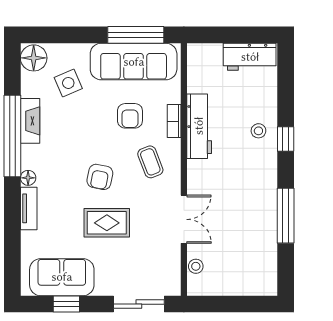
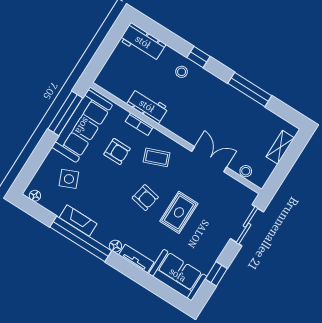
workbench: (250, 57) -> (143, 42), moved, turned 90
floor lamp: (34, 58) -> (35, 196), width x0.53, depth x0.53
workbench: (199, 126) -> (147, 106), width x0.73
sofa: (62, 277) -> (178, 275), moved, turned 90
shelving: (244, 287) -> (280, 147), added

